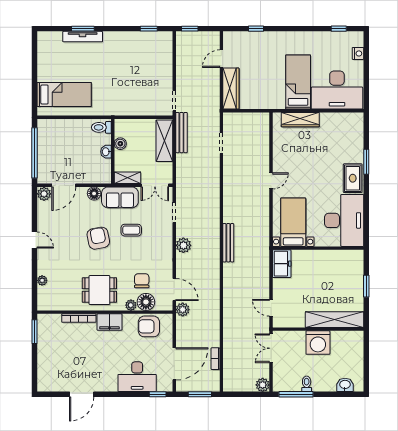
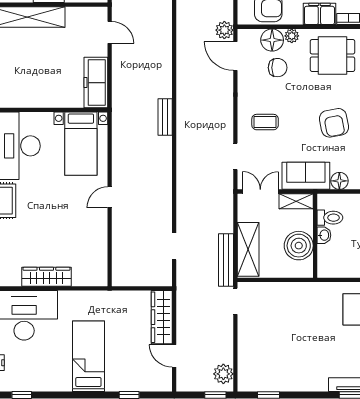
door: (221, 59) -> (174, 356), swing flipped
bed: (298, 82) -> (88, 356), moved, turned 180
wardrobe: (300, 120) -> (46, 277), moved
toilet: (101, 127) -> (330, 218), moved
boiler: (120, 144) -> (299, 246), width x1.86, depth x1.86
coffee table: (131, 230) -> (265, 122), moved
bench: (228, 243) -> (165, 117), width x0.73
plant: (183, 245) -> (223, 374), moved
freezer: (282, 264) -> (96, 83), width x1.40
chair: (142, 281) -> (278, 68), turned -90

